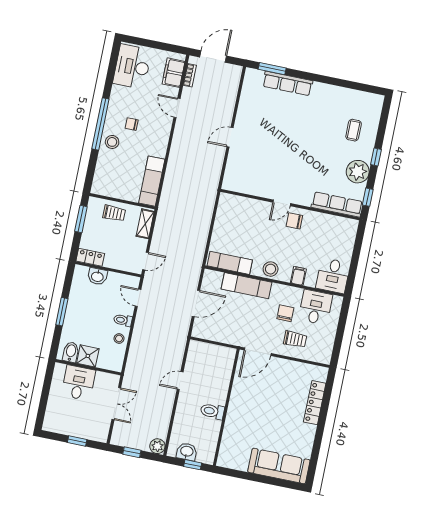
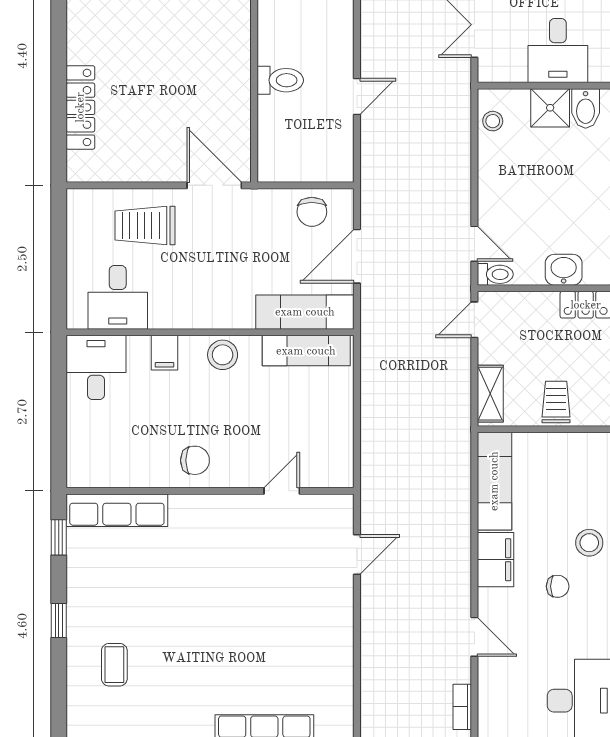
filing cabinet: (173, 73) -> (495, 560), moved
door: (230, 137) -> (357, 554), moved
plant: (358, 172) -> (89, 584), removed
door: (282, 203) -> (282, 491), moved
trolley: (114, 213) -> (556, 402), turned 90
exam couch: (246, 286) -> (305, 312), moved
chair: (285, 313) -> (312, 212), moved
toilet: (123, 320) -> (495, 274), moved
stool: (119, 338) -> (493, 121), moved
trolley: (295, 339) -> (145, 226), width x1.36, depth x1.39
door: (258, 352) -> (214, 185), hinge flipped
toilet: (212, 411) -> (280, 80), moved

